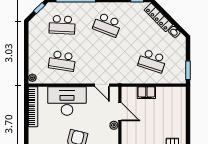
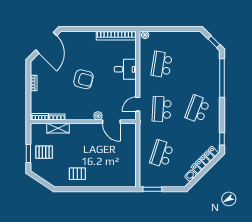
school desk: (62, 25) -> (162, 109), moved
filing cabinet: (146, 93) -> (130, 148), removed
desk: (67, 101) -> (125, 69), width x0.53, depth x0.77
door: (120, 112) -> (111, 122), hinge flipped

